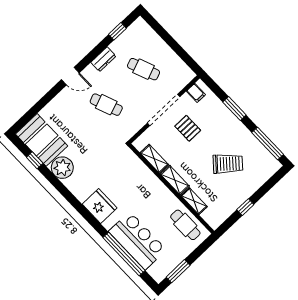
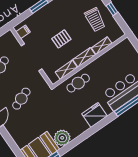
pallet: (188, 128) -> (61, 39), moved
trolley: (228, 164) -> (95, 20), moved, turned 147
cafe table: (185, 225) -> (78, 83), moved

